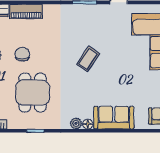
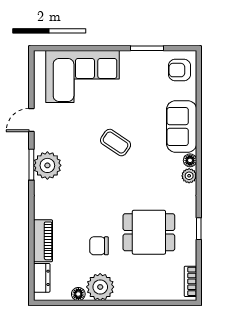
plant: (84, 15) -> (47, 165), added
coffee table: (88, 59) -> (116, 143), moved

